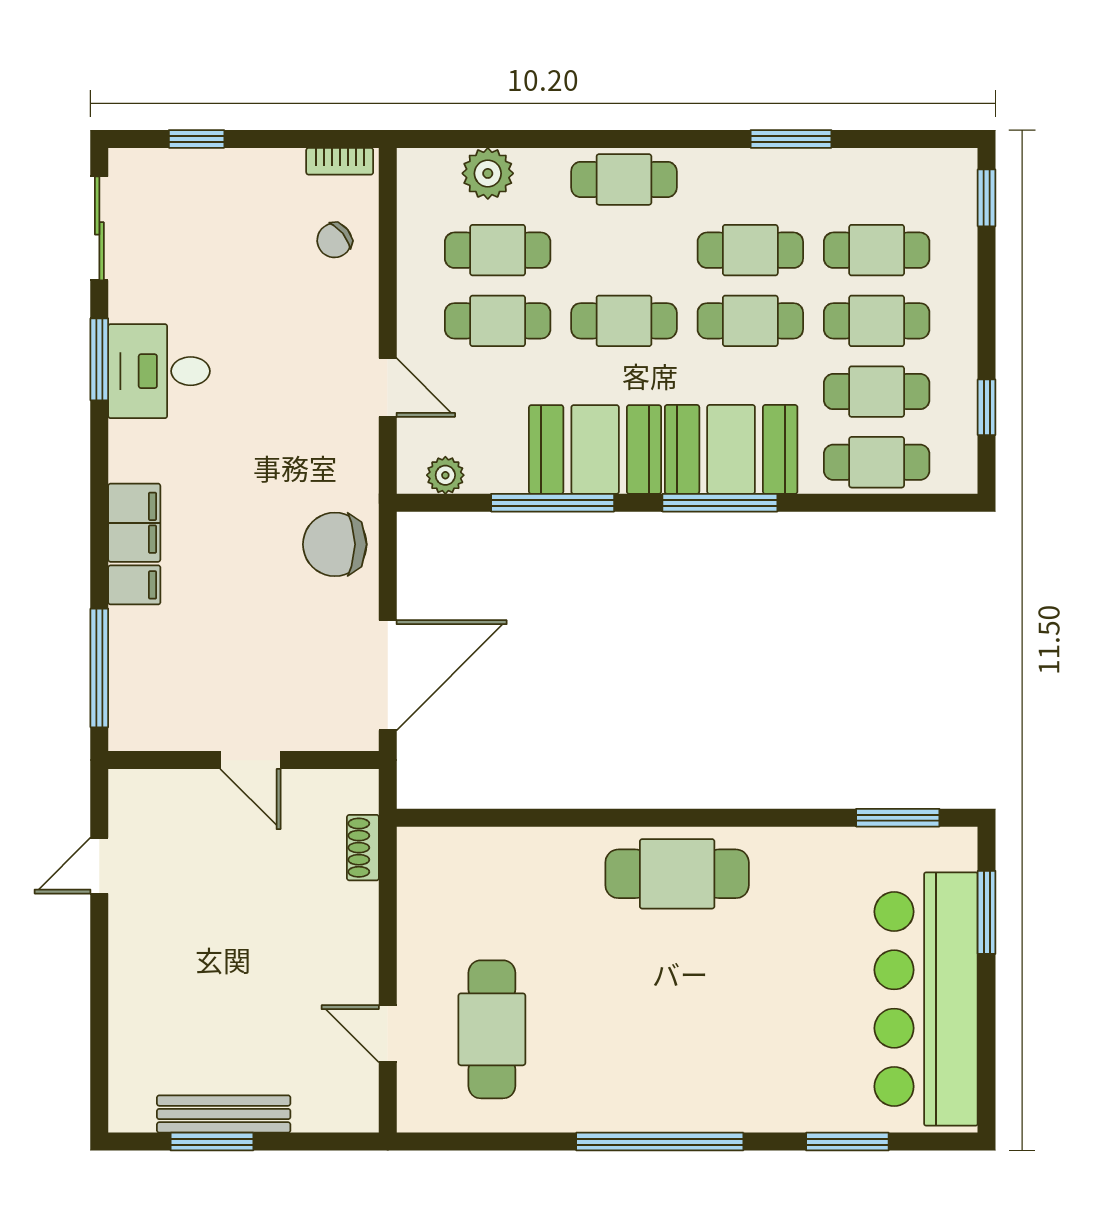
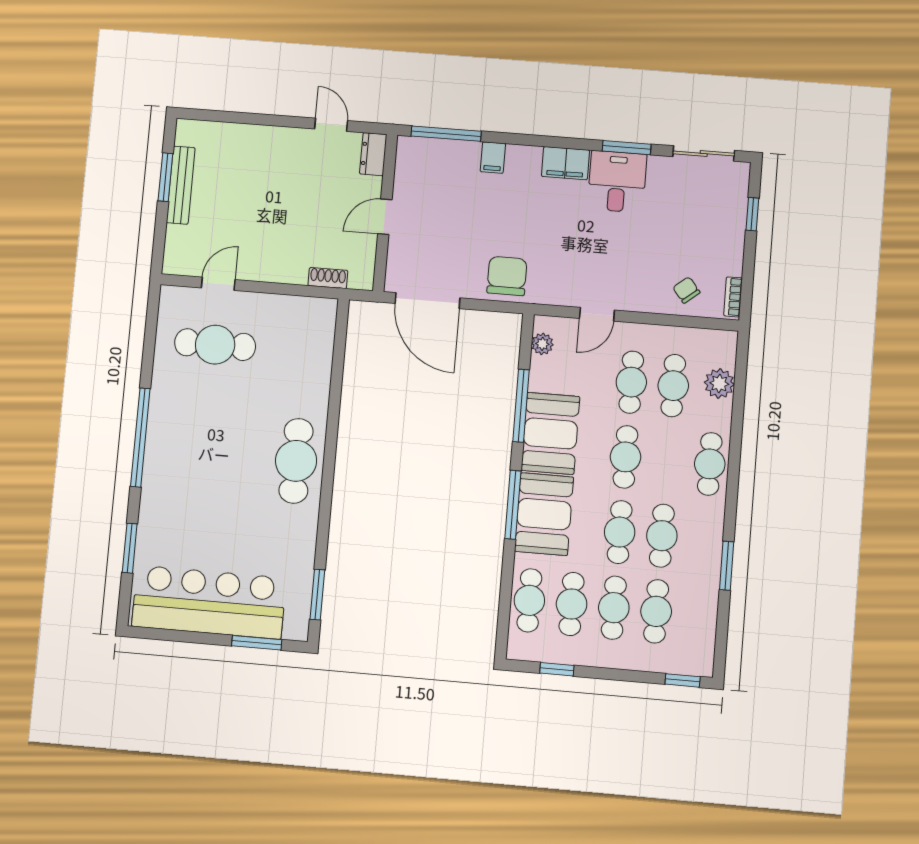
filing cabinet: (134, 523) -> (565, 163), moved
dresser: (144, 789) -> (373, 154), added

